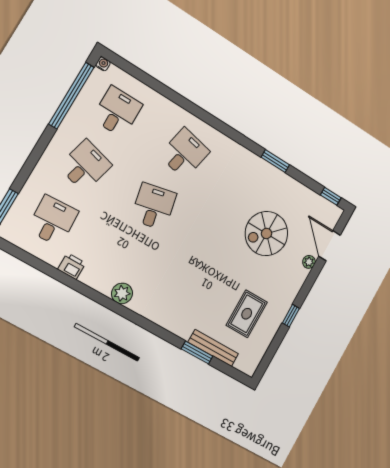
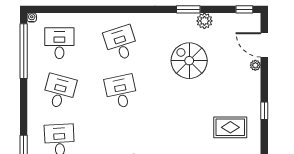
desk: (184, 153) -> (121, 43), turned -30
plant: (285, 183) -> (204, 21), added
spiral stairs: (266, 234) -> (189, 61), moved, turned 90
rug: (247, 314) -> (230, 127), turned 90

